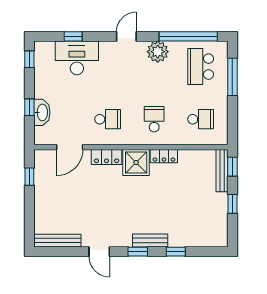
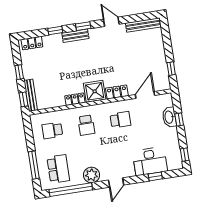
school desk: (108, 119) -> (120, 120), turned 180
locker: (210, 240) -> (32, 43), added

